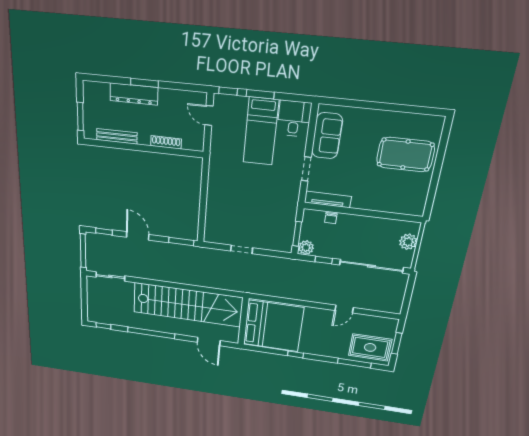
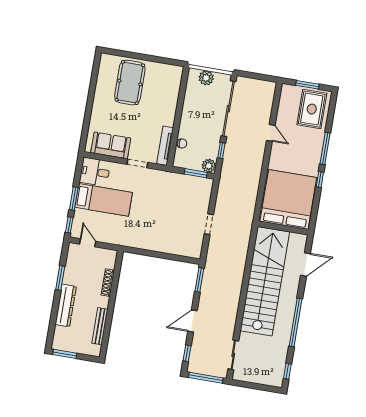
window: (144, 83) -> (60, 278), moved
door: (209, 115) -> (88, 243), swing flipped
window: (80, 117) -> (65, 354), moved
window: (354, 363) -> (325, 148), moved

